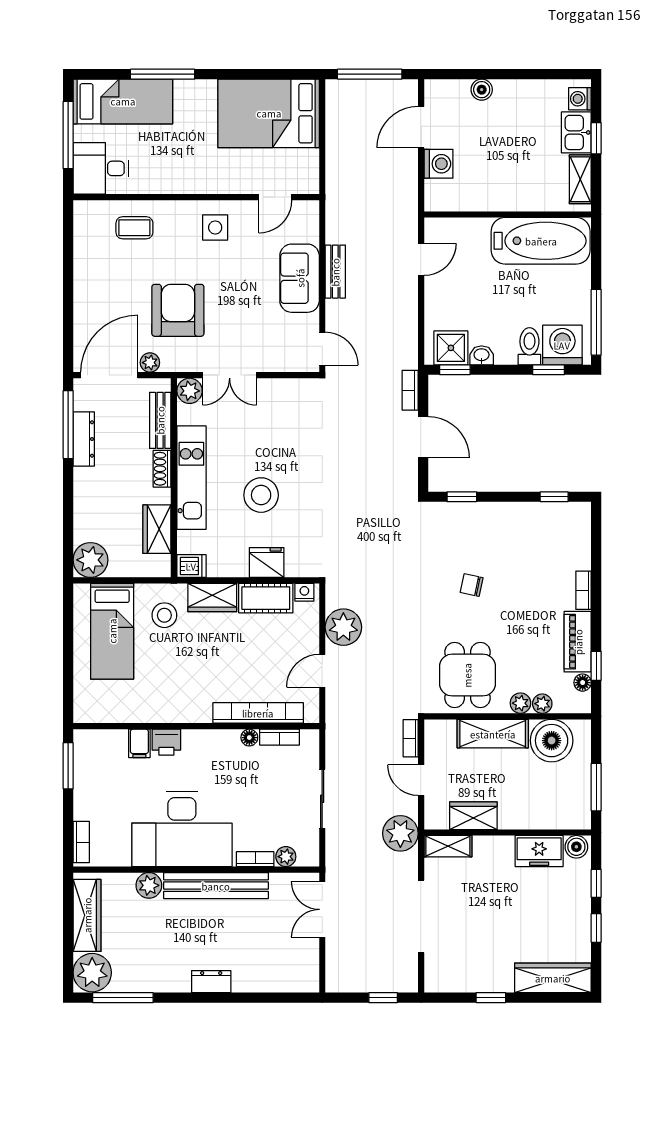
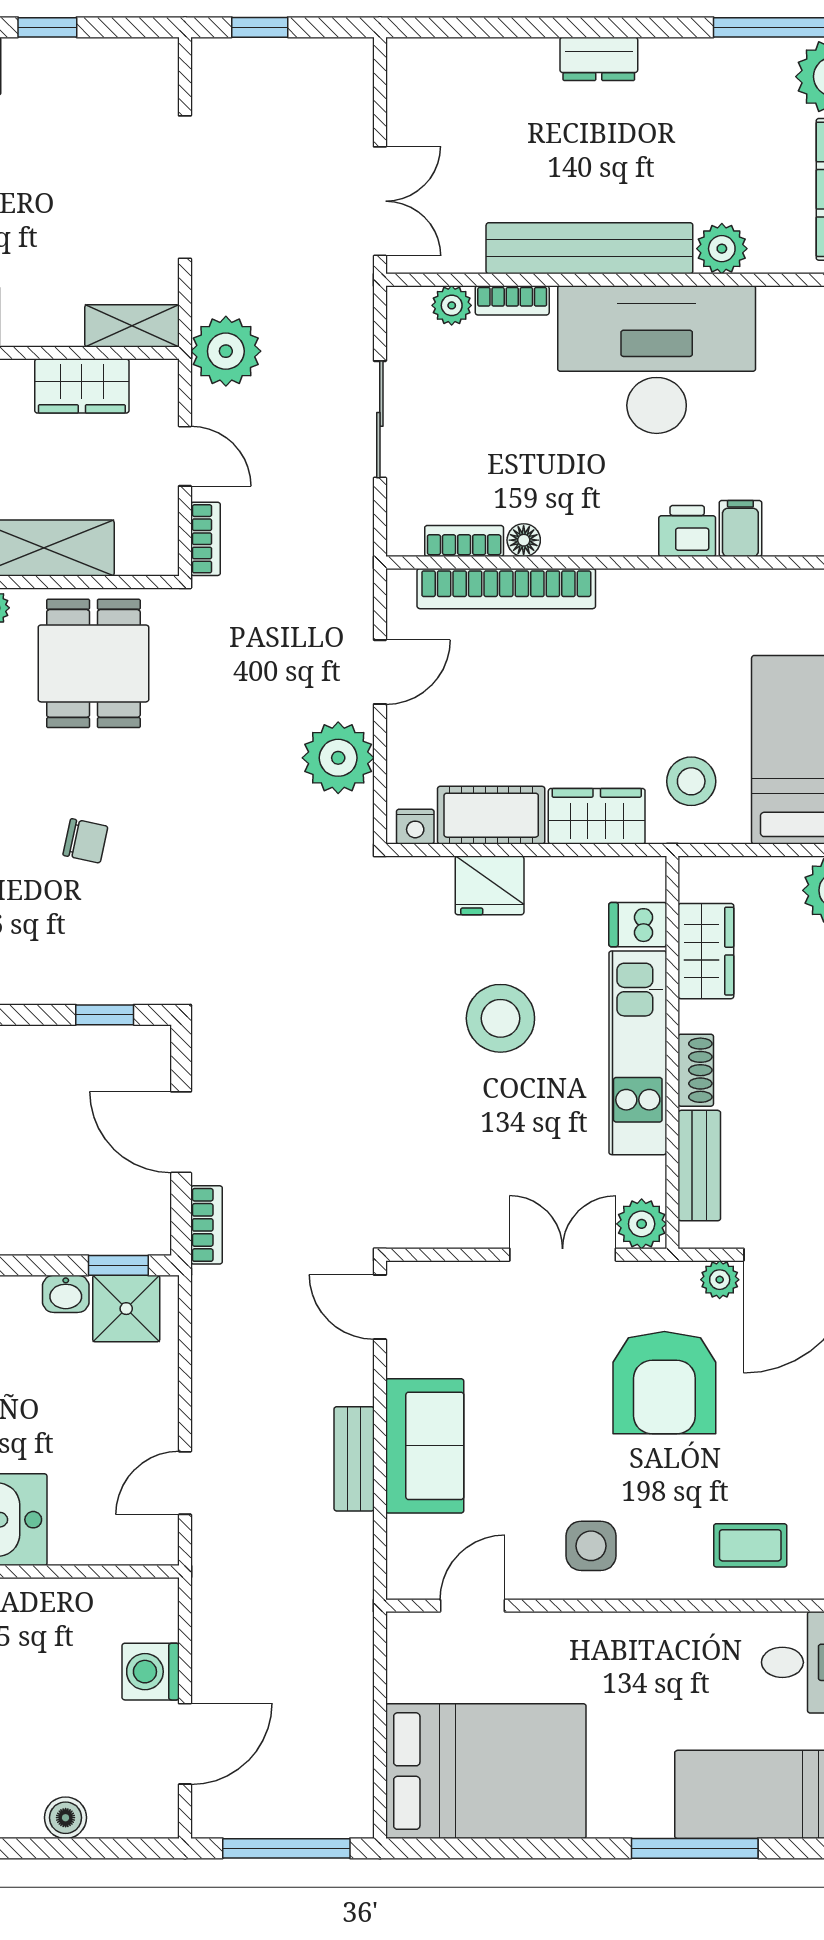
dishwasher: (191, 566) -> (638, 925), moved

